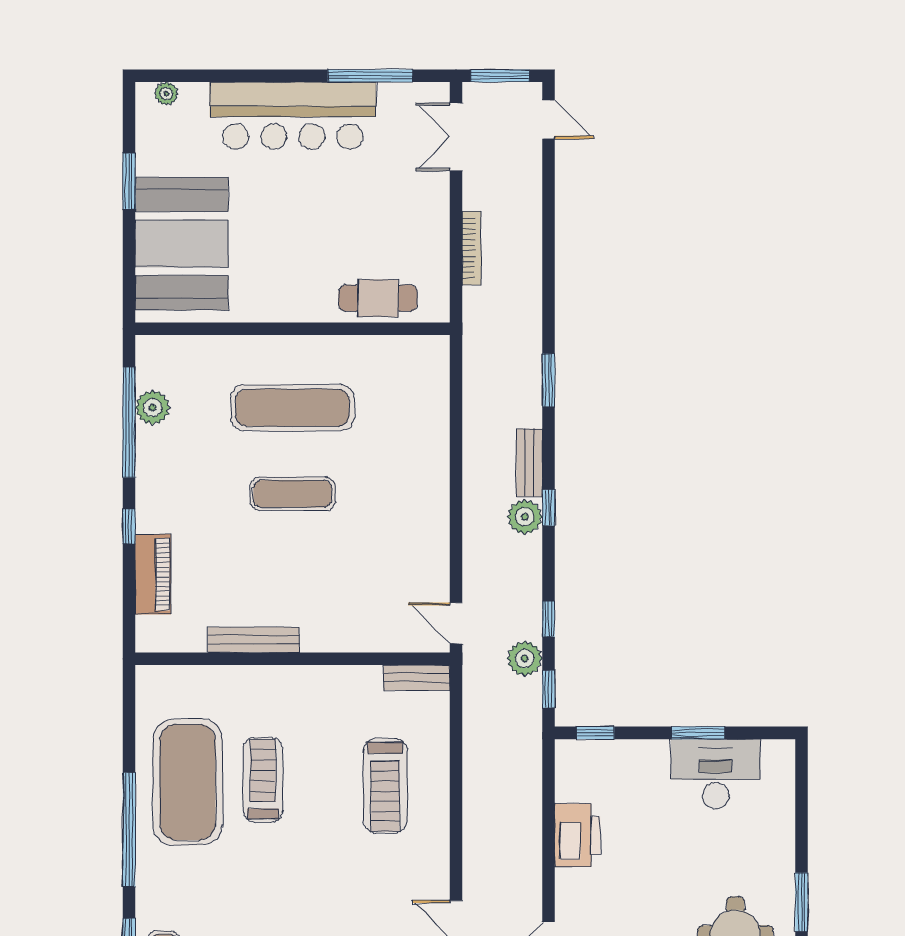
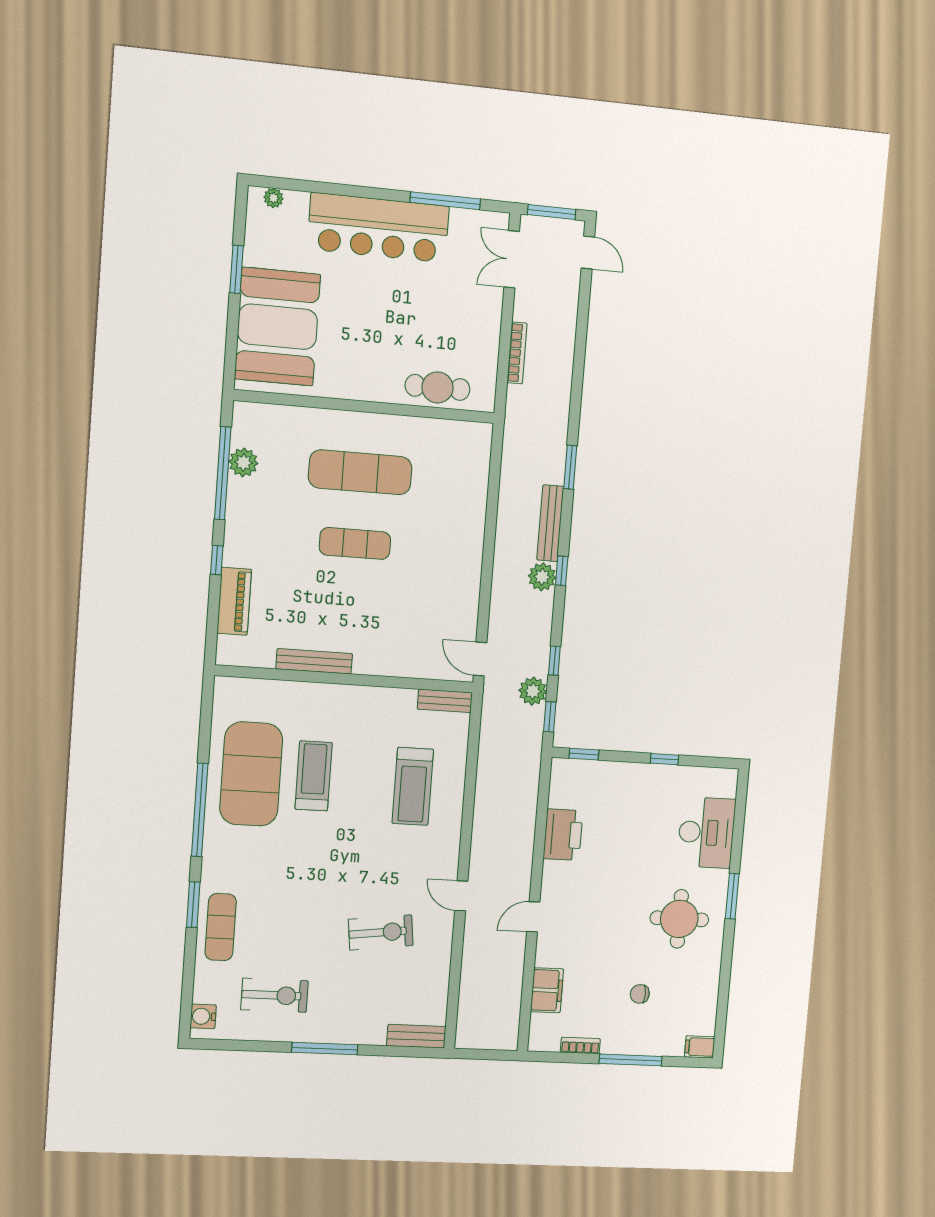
bench: (529, 463) -> (550, 523), width x1.36
window: (698, 733) -> (664, 759), width x0.67
desk: (716, 774) -> (706, 832), moved, turned 90

